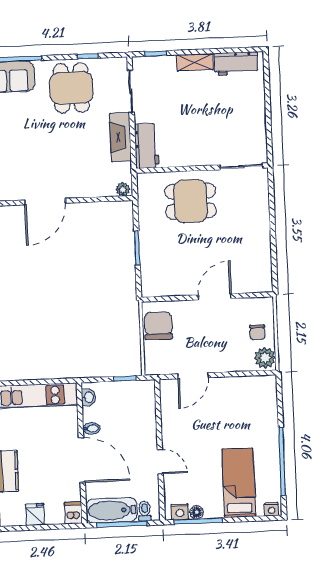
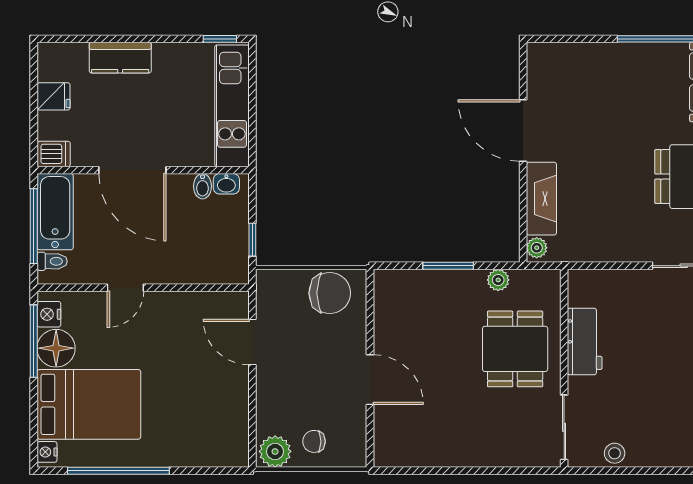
stool: (257, 132) -> (615, 453), added
fireplace: (120, 137) -> (541, 199), moved, turned 90
workbench: (147, 146) -> (585, 341), moved, turned -90
plant: (145, 214) -> (498, 280), added
bidet: (91, 428) -> (203, 186), moved
door: (82, 460) -> (132, 170), hinge flipped
bed: (239, 483) -> (89, 404), width x1.50
floor lamp: (197, 512) -> (56, 348), width x1.89, depth x1.89

